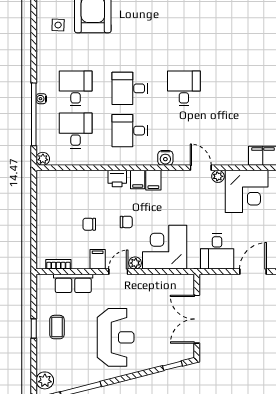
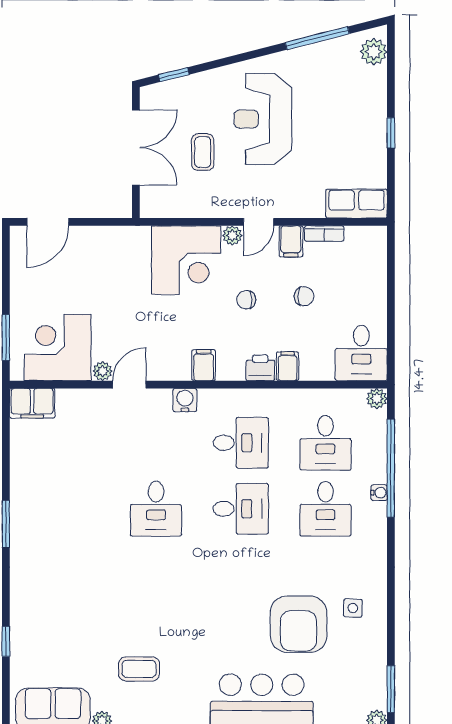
door: (201, 168) -> (129, 385), swing flipped
filing cabinet: (138, 180) -> (288, 366), moved
desk: (217, 251) -> (361, 353), moved, turned 180
bookcase: (58, 264) -> (324, 234), moved
row of seats: (73, 283) -> (357, 204), moved
coffee table: (57, 327) -> (203, 152), moved

